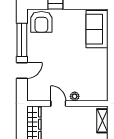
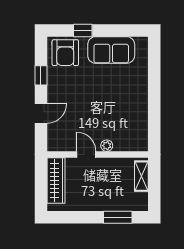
sofa: (97, 29) -> (111, 50), moved, turned -90
window: (22, 40) -> (41, 75), width x0.46

